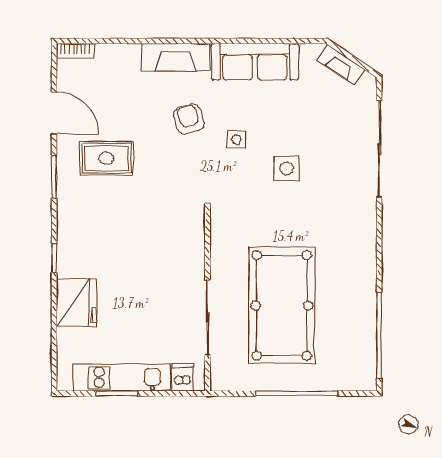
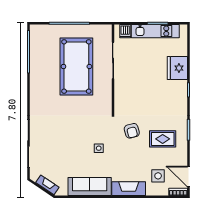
door: (54, 113) -> (188, 176), moved
armchair: (189, 119) -> (132, 131), moved
side table: (287, 168) -> (158, 176), moved

